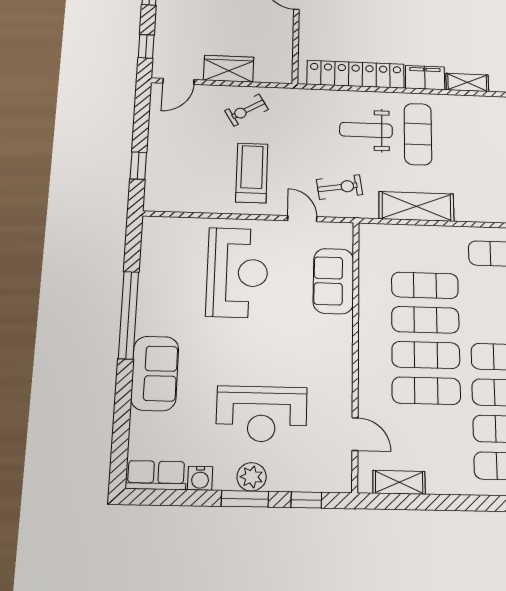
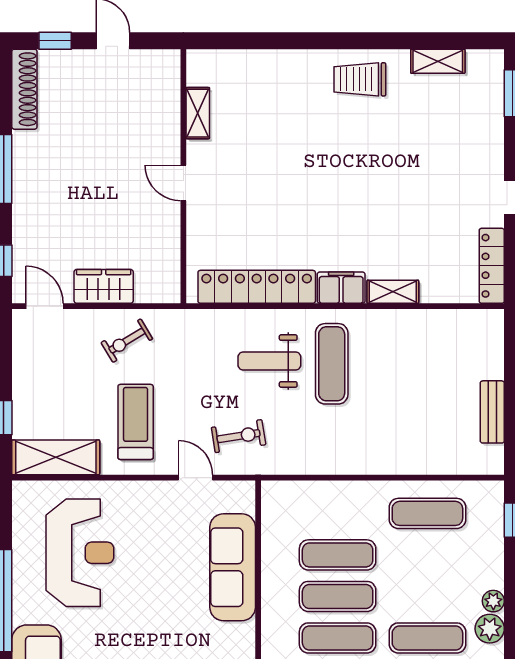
door: (178, 81) -> (45, 306), swing flipped
shelving: (416, 206) -> (56, 457), moved
reception desk: (237, 273) -> (80, 553), moved
sofa: (333, 281) -> (233, 567), width x1.36

